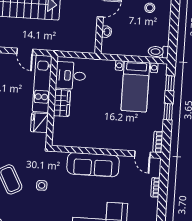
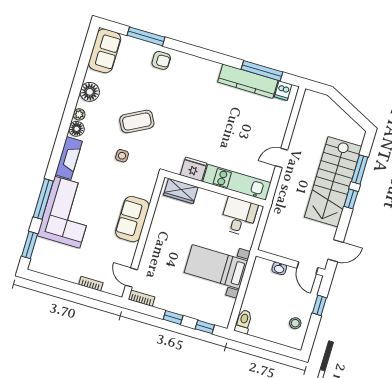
door: (25, 52) -> (281, 158), moved
bed with nightstands: (135, 86) -> (216, 267), moved
wardrobe: (62, 103) -> (181, 191), moved
door: (142, 154) -> (131, 278), hinge flipped
sofa: (93, 165) -> (132, 219), width x0.73

